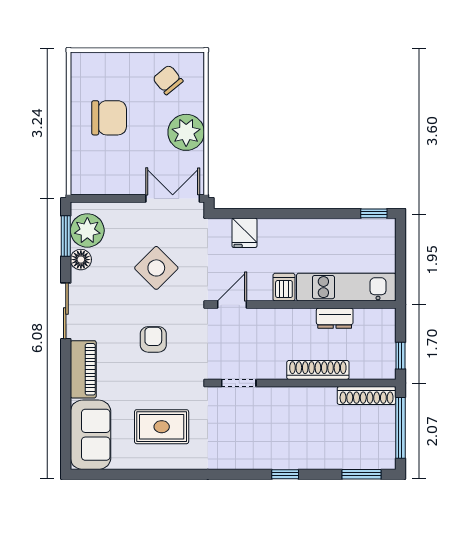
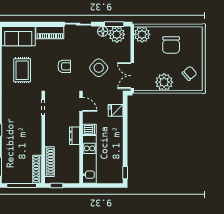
plant: (87, 178) -> (142, 34), added
double door: (173, 198) -> (132, 76), swing flipped
dresser: (335, 318) -> (74, 136), moved
shoe rack: (318, 370) -> (50, 162), moved

